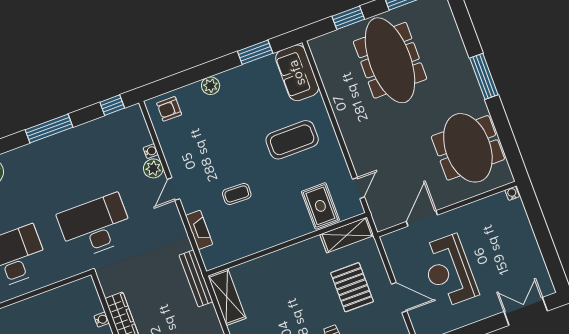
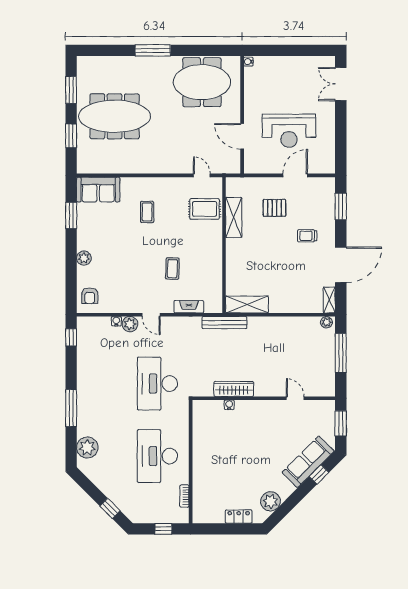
window: (49, 129) -> (71, 408), moved
coffee table: (292, 140) -> (147, 212), width x0.54, depth x0.58
shelving: (347, 235) -> (234, 217), moved
pallet: (352, 287) -> (274, 208), width x0.67, depth x0.71

